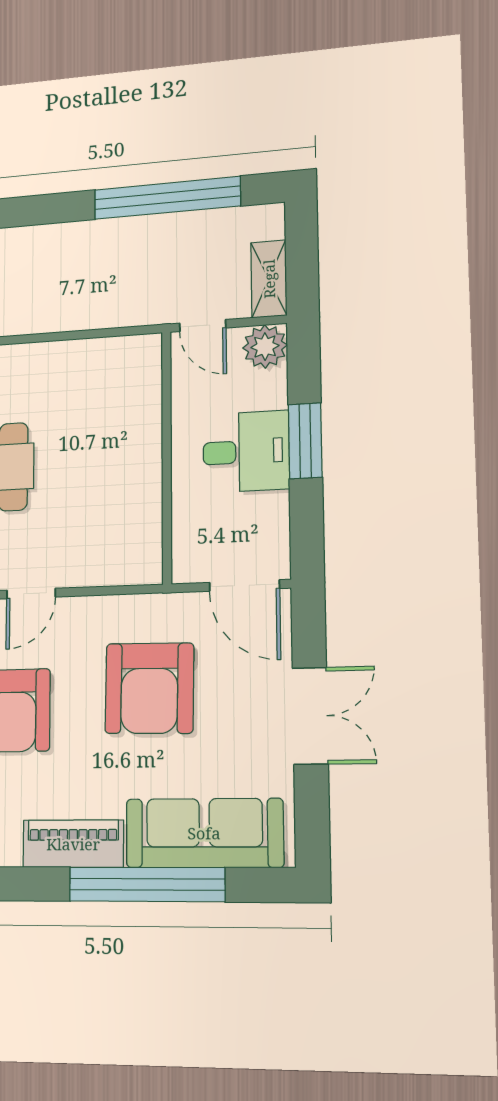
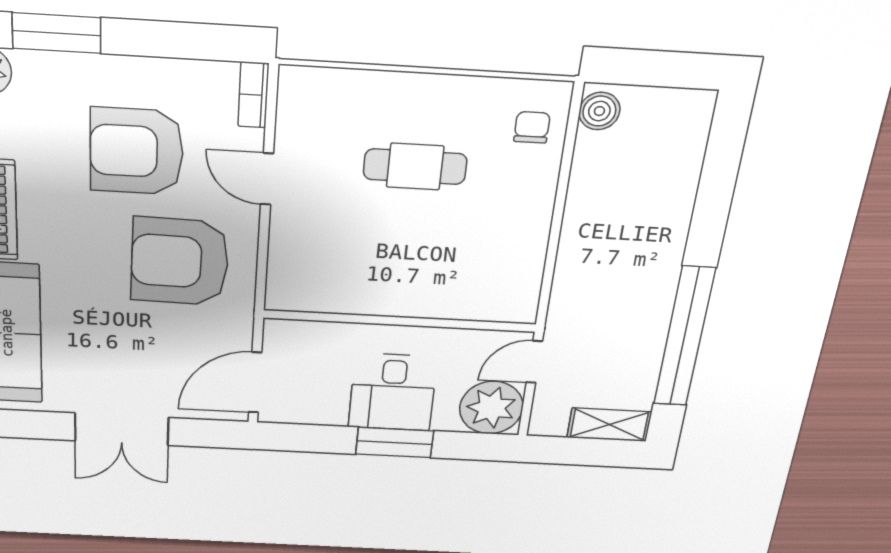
shelving: (269, 279) -> (609, 425), moved
plant: (265, 347) -> (491, 408), width x1.36, depth x1.36
armchair: (149, 688) -> (180, 262), moved

